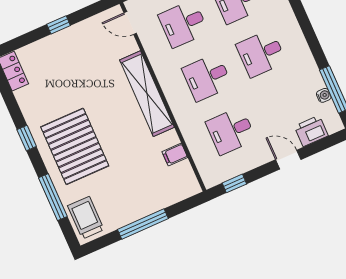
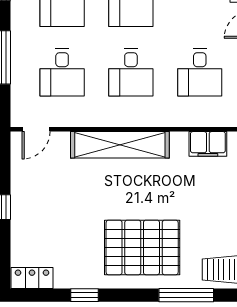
window: (27, 138) -> (84, 295), moved
filing cabinet: (175, 155) -> (208, 144), width x2.00

